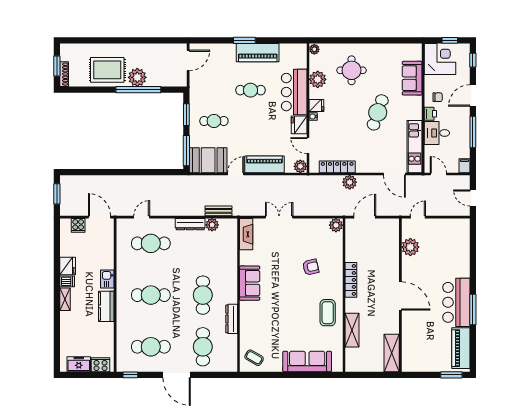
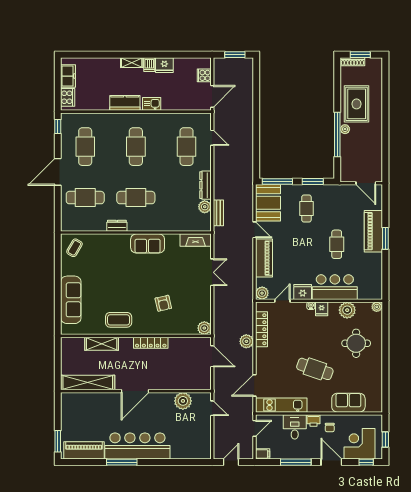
piano: (258, 53) -> (373, 231), moved
corner desk: (440, 59) -> (359, 444), moved, turned 180
plant: (137, 77) -> (345, 129), width x0.53, depth x0.53
bar counter: (456, 302) -> (137, 446), width x1.36
dresser: (232, 319) -> (117, 226), width x0.70
shelving: (392, 353) -> (88, 383), width x1.47

